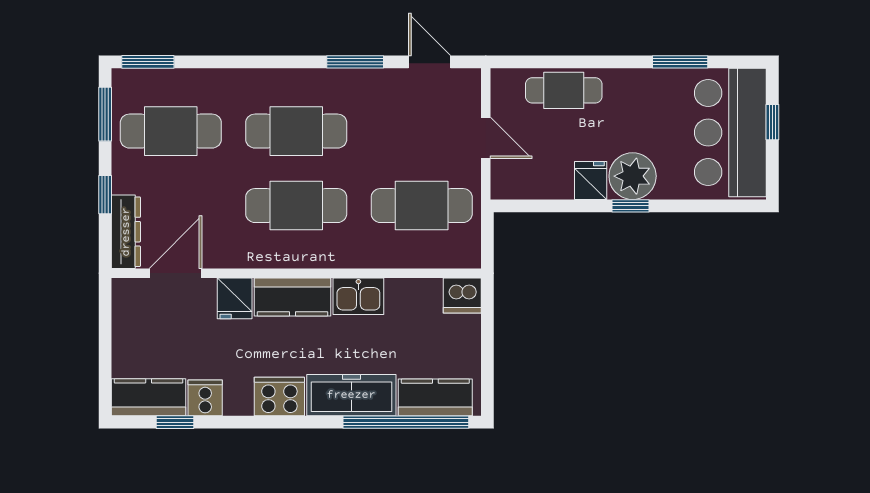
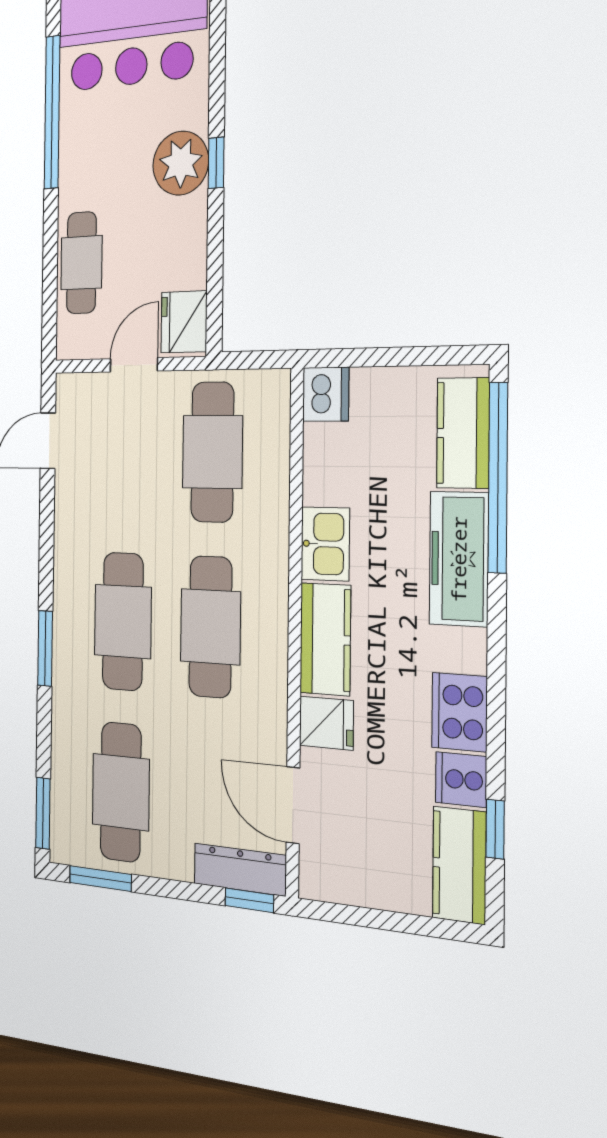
window: (355, 62) -> (45, 648), moved
window: (680, 62) -> (52, 112), width x2.11
fridge: (591, 181) -> (184, 322), moved, width x1.38
window: (105, 195) -> (249, 900), moved
cooker: (279, 396) -> (459, 712), moved

